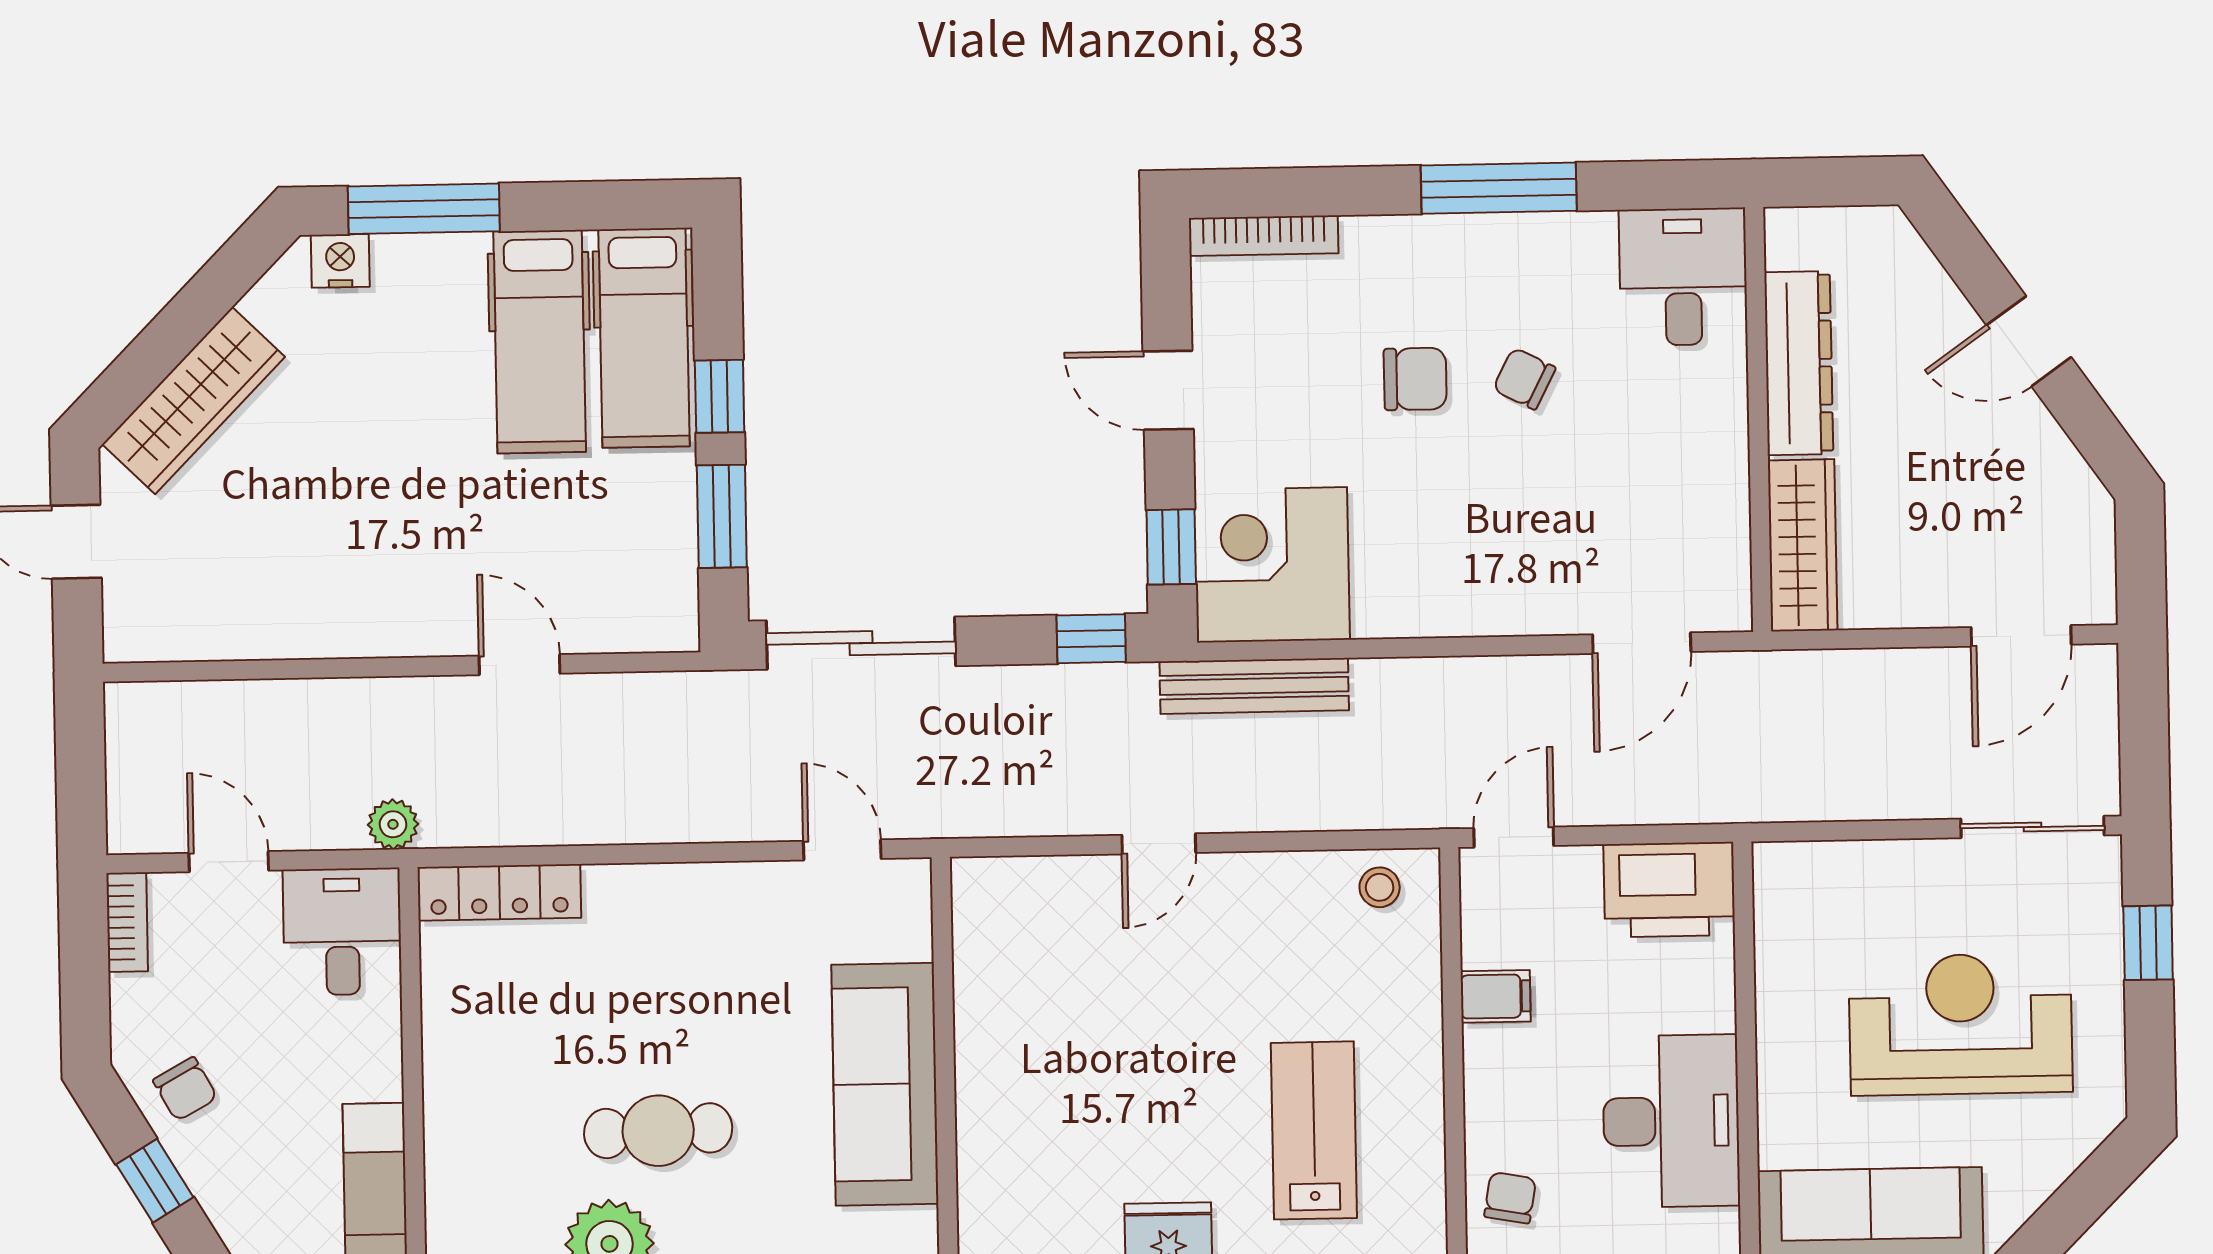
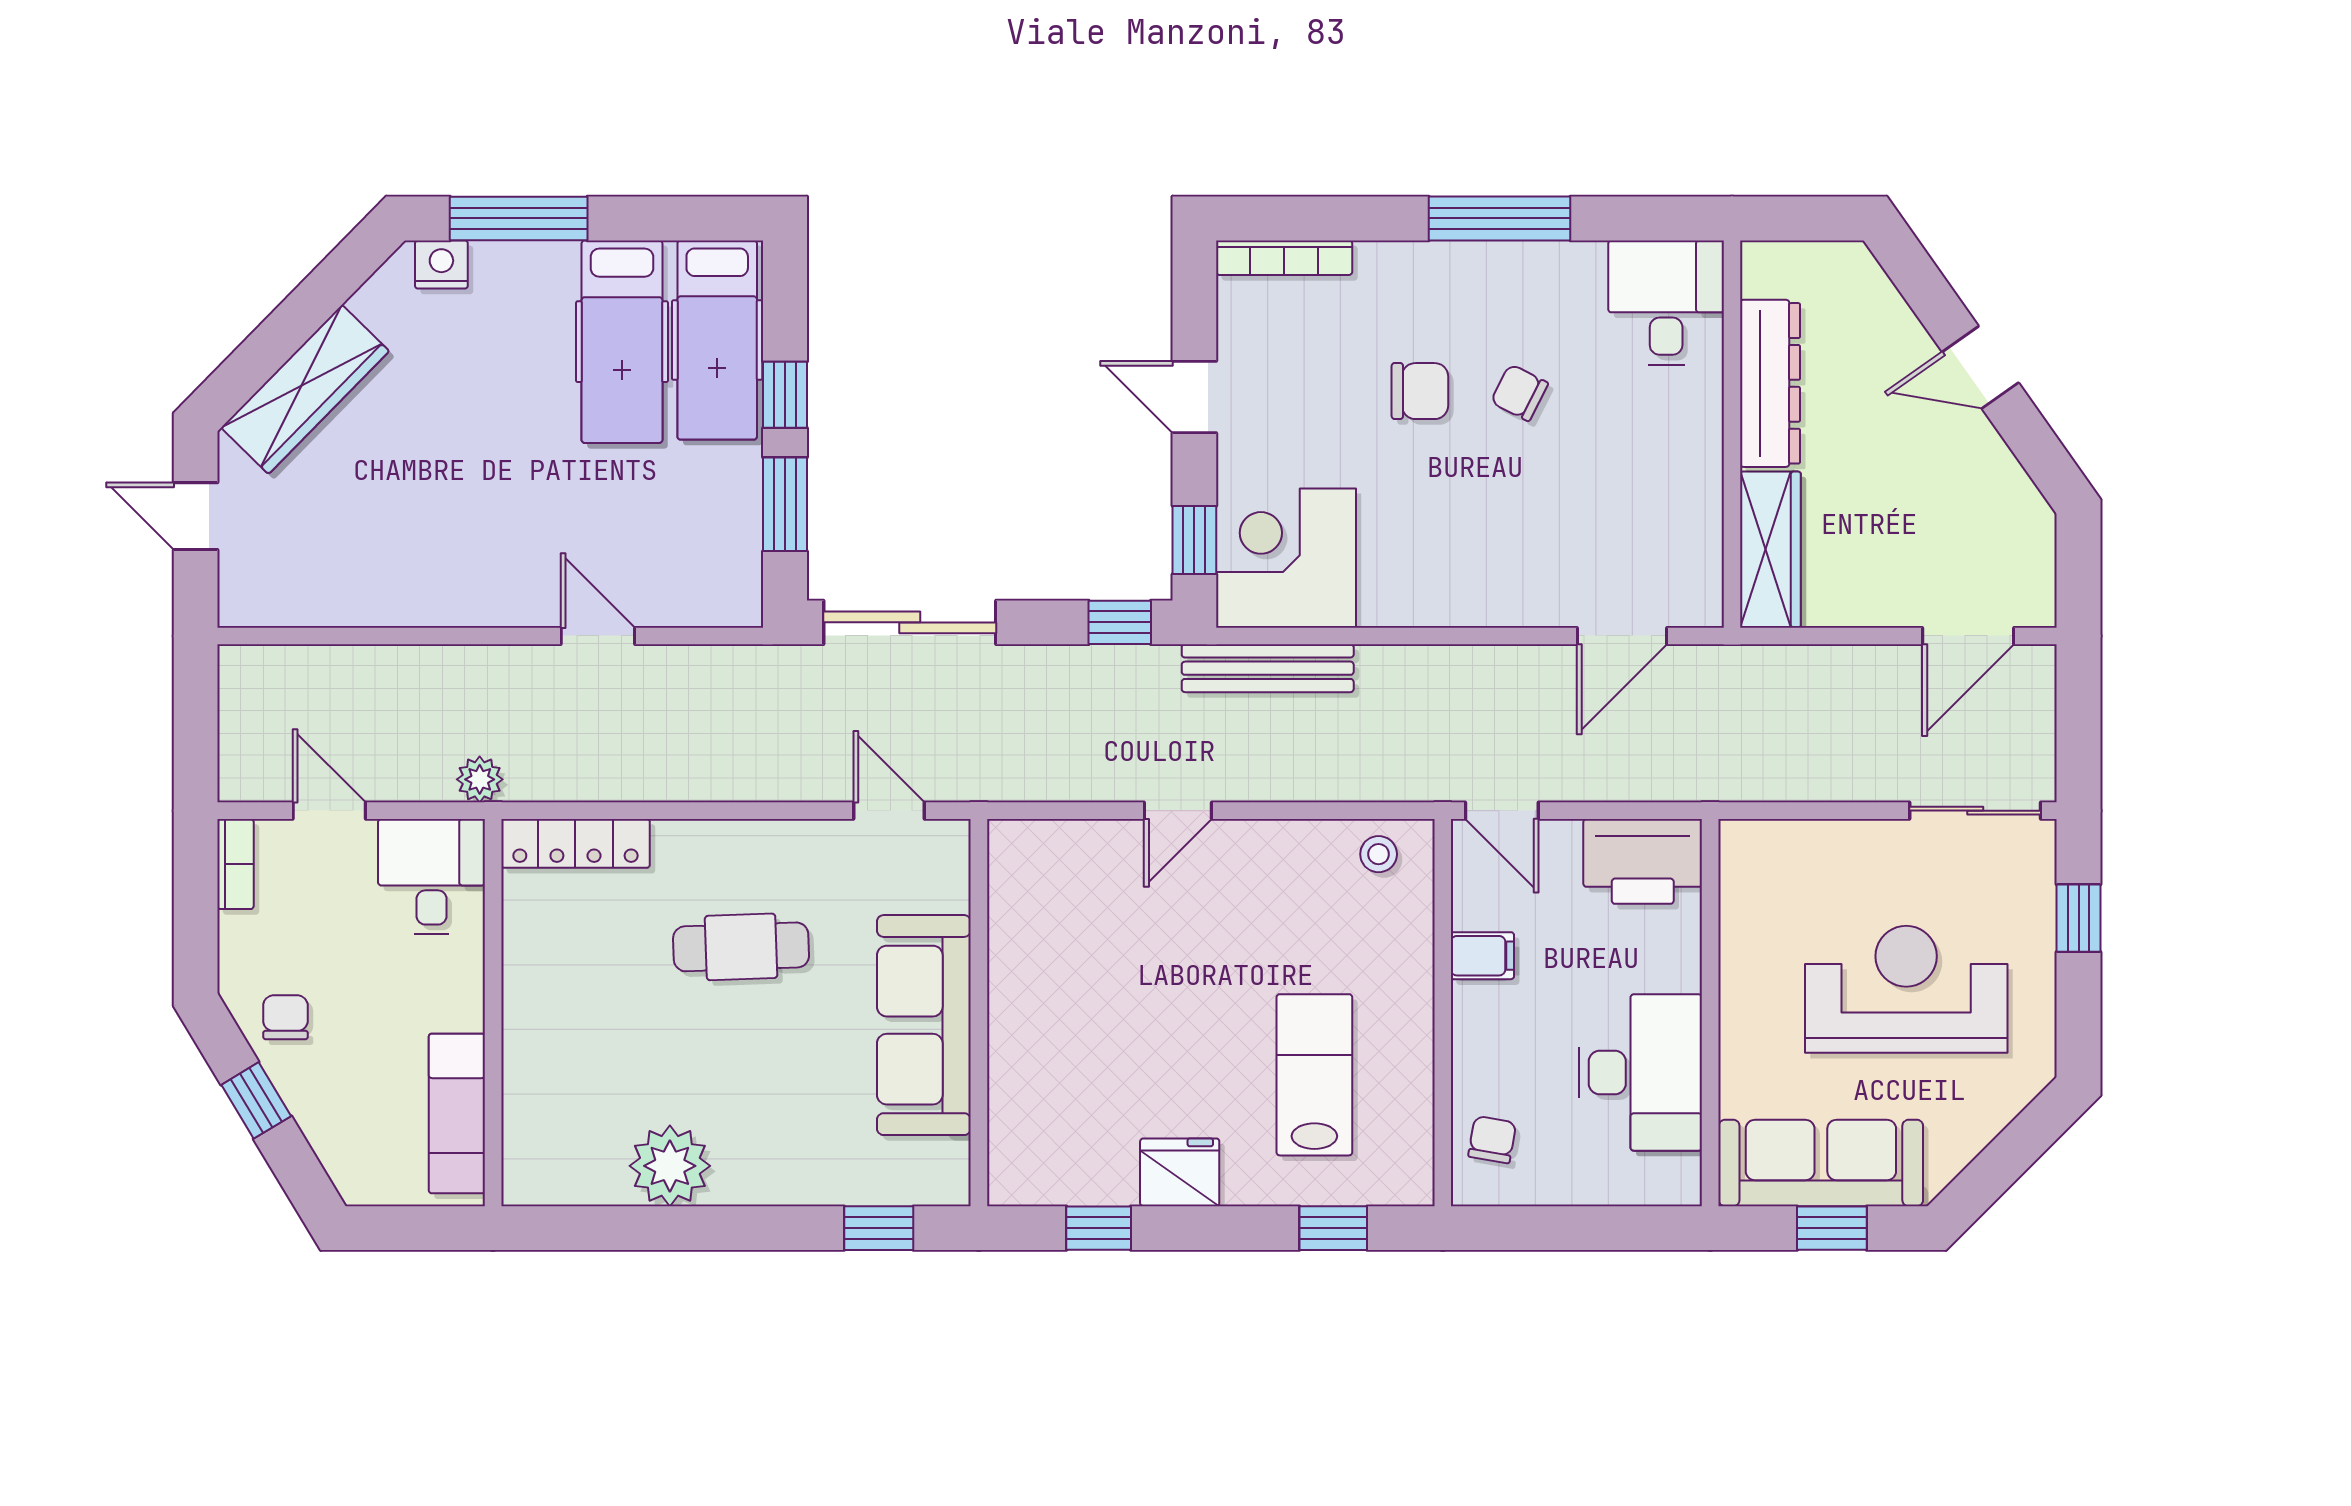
door: (1514, 837) -> (1502, 811), swing flipped
chair: (185, 1089) -> (285, 1017), turned -151
cafe table: (658, 1131) -> (741, 947), moved

